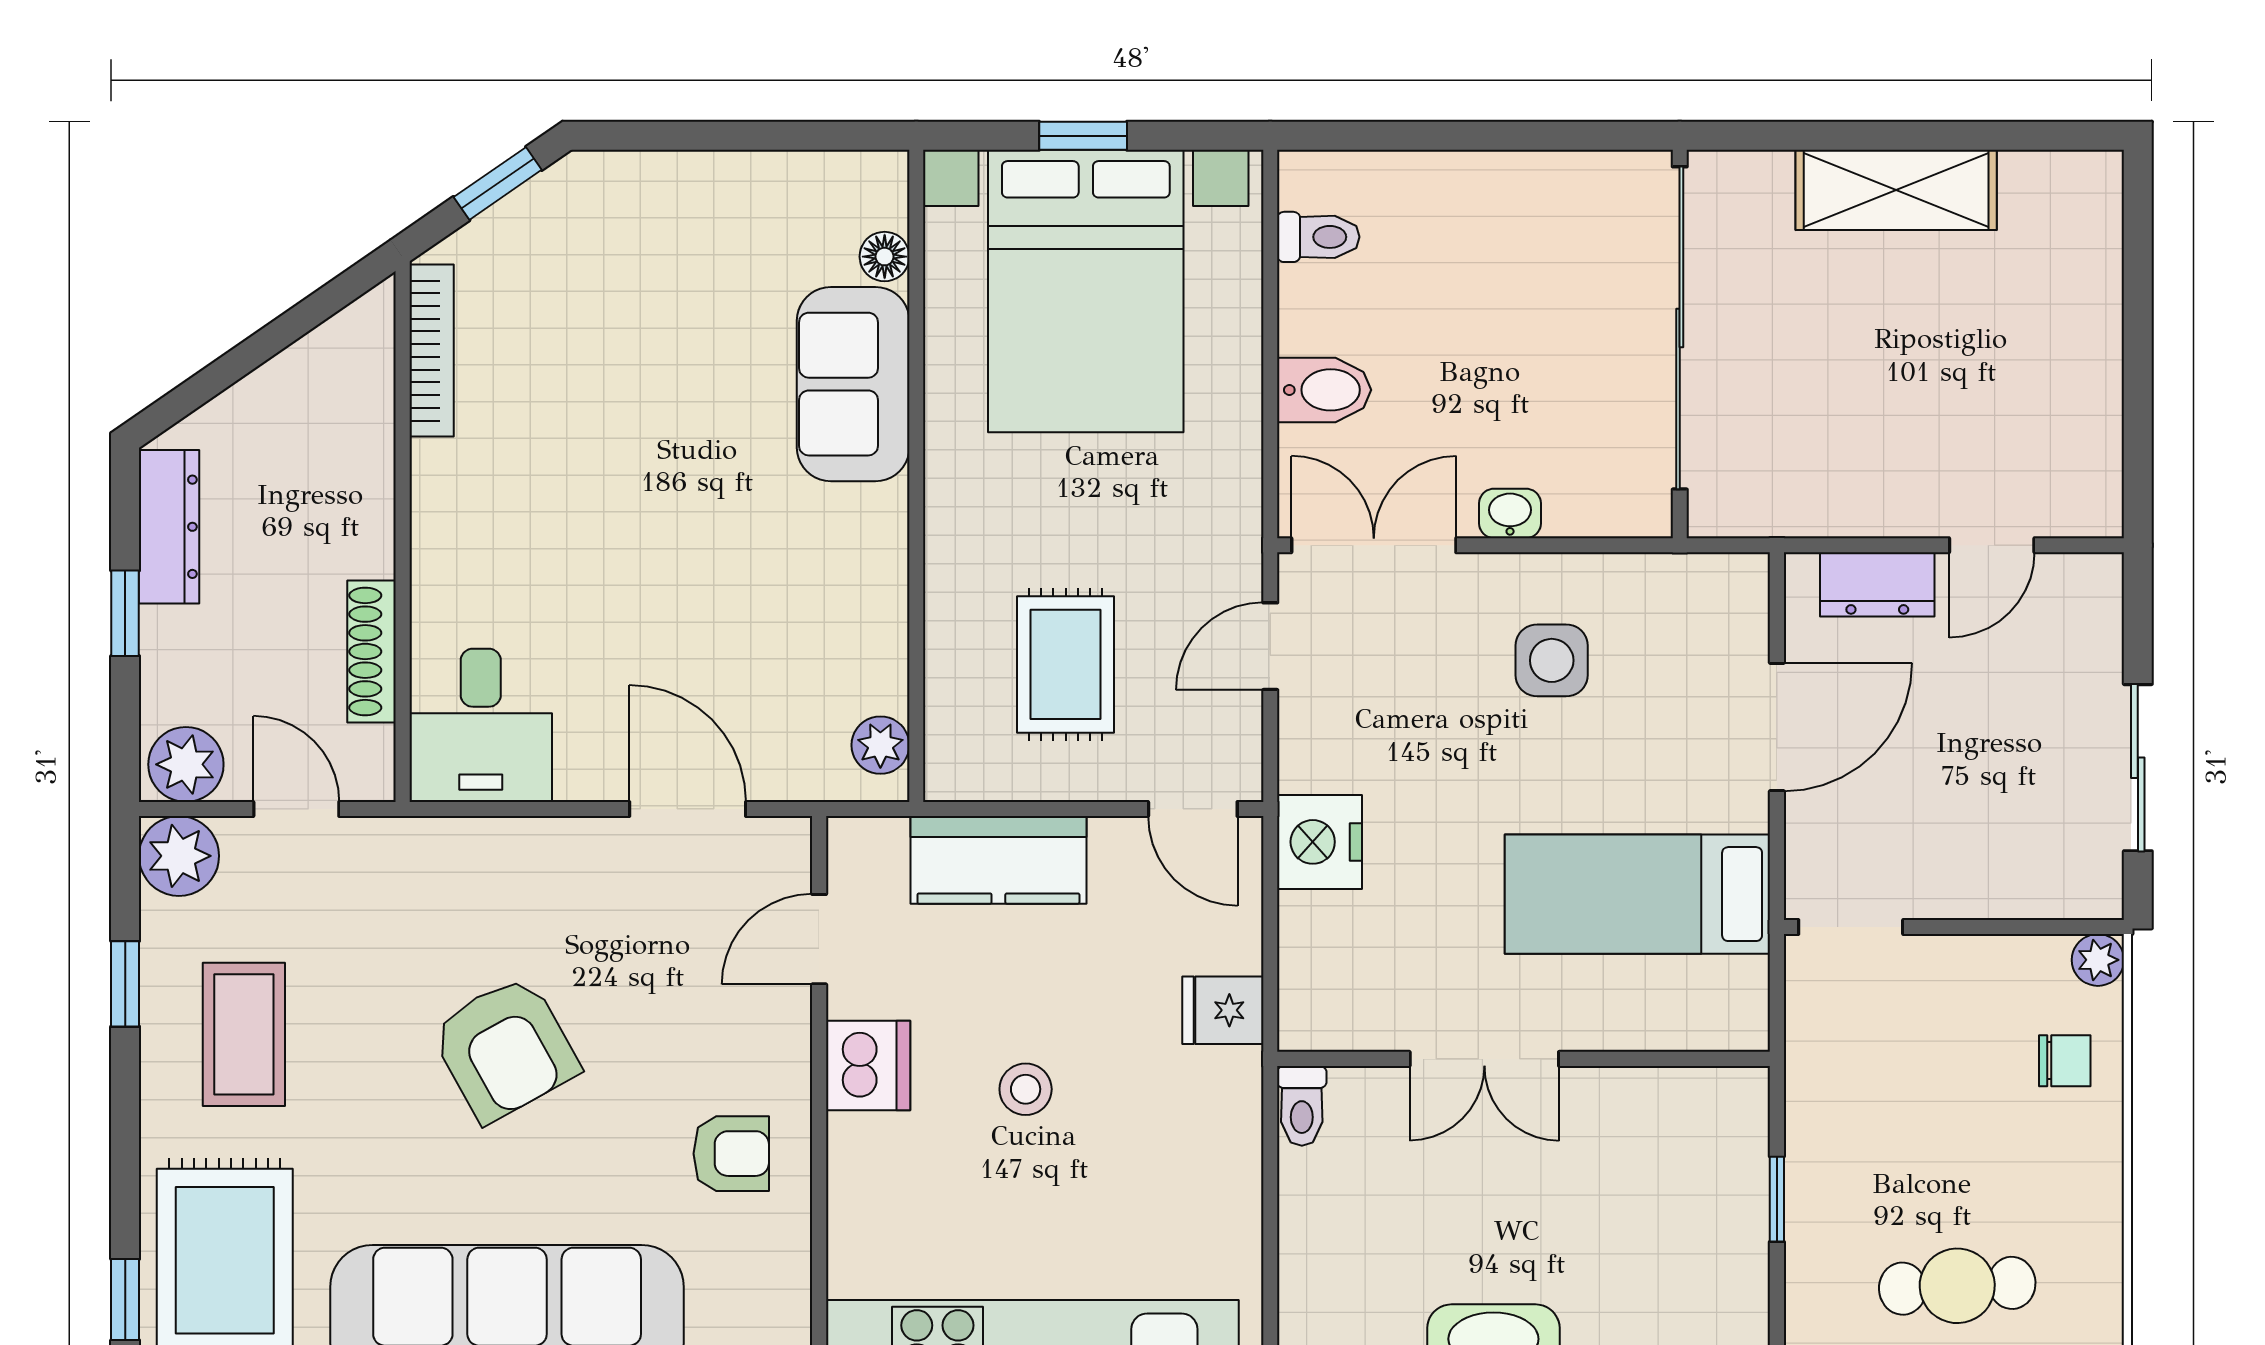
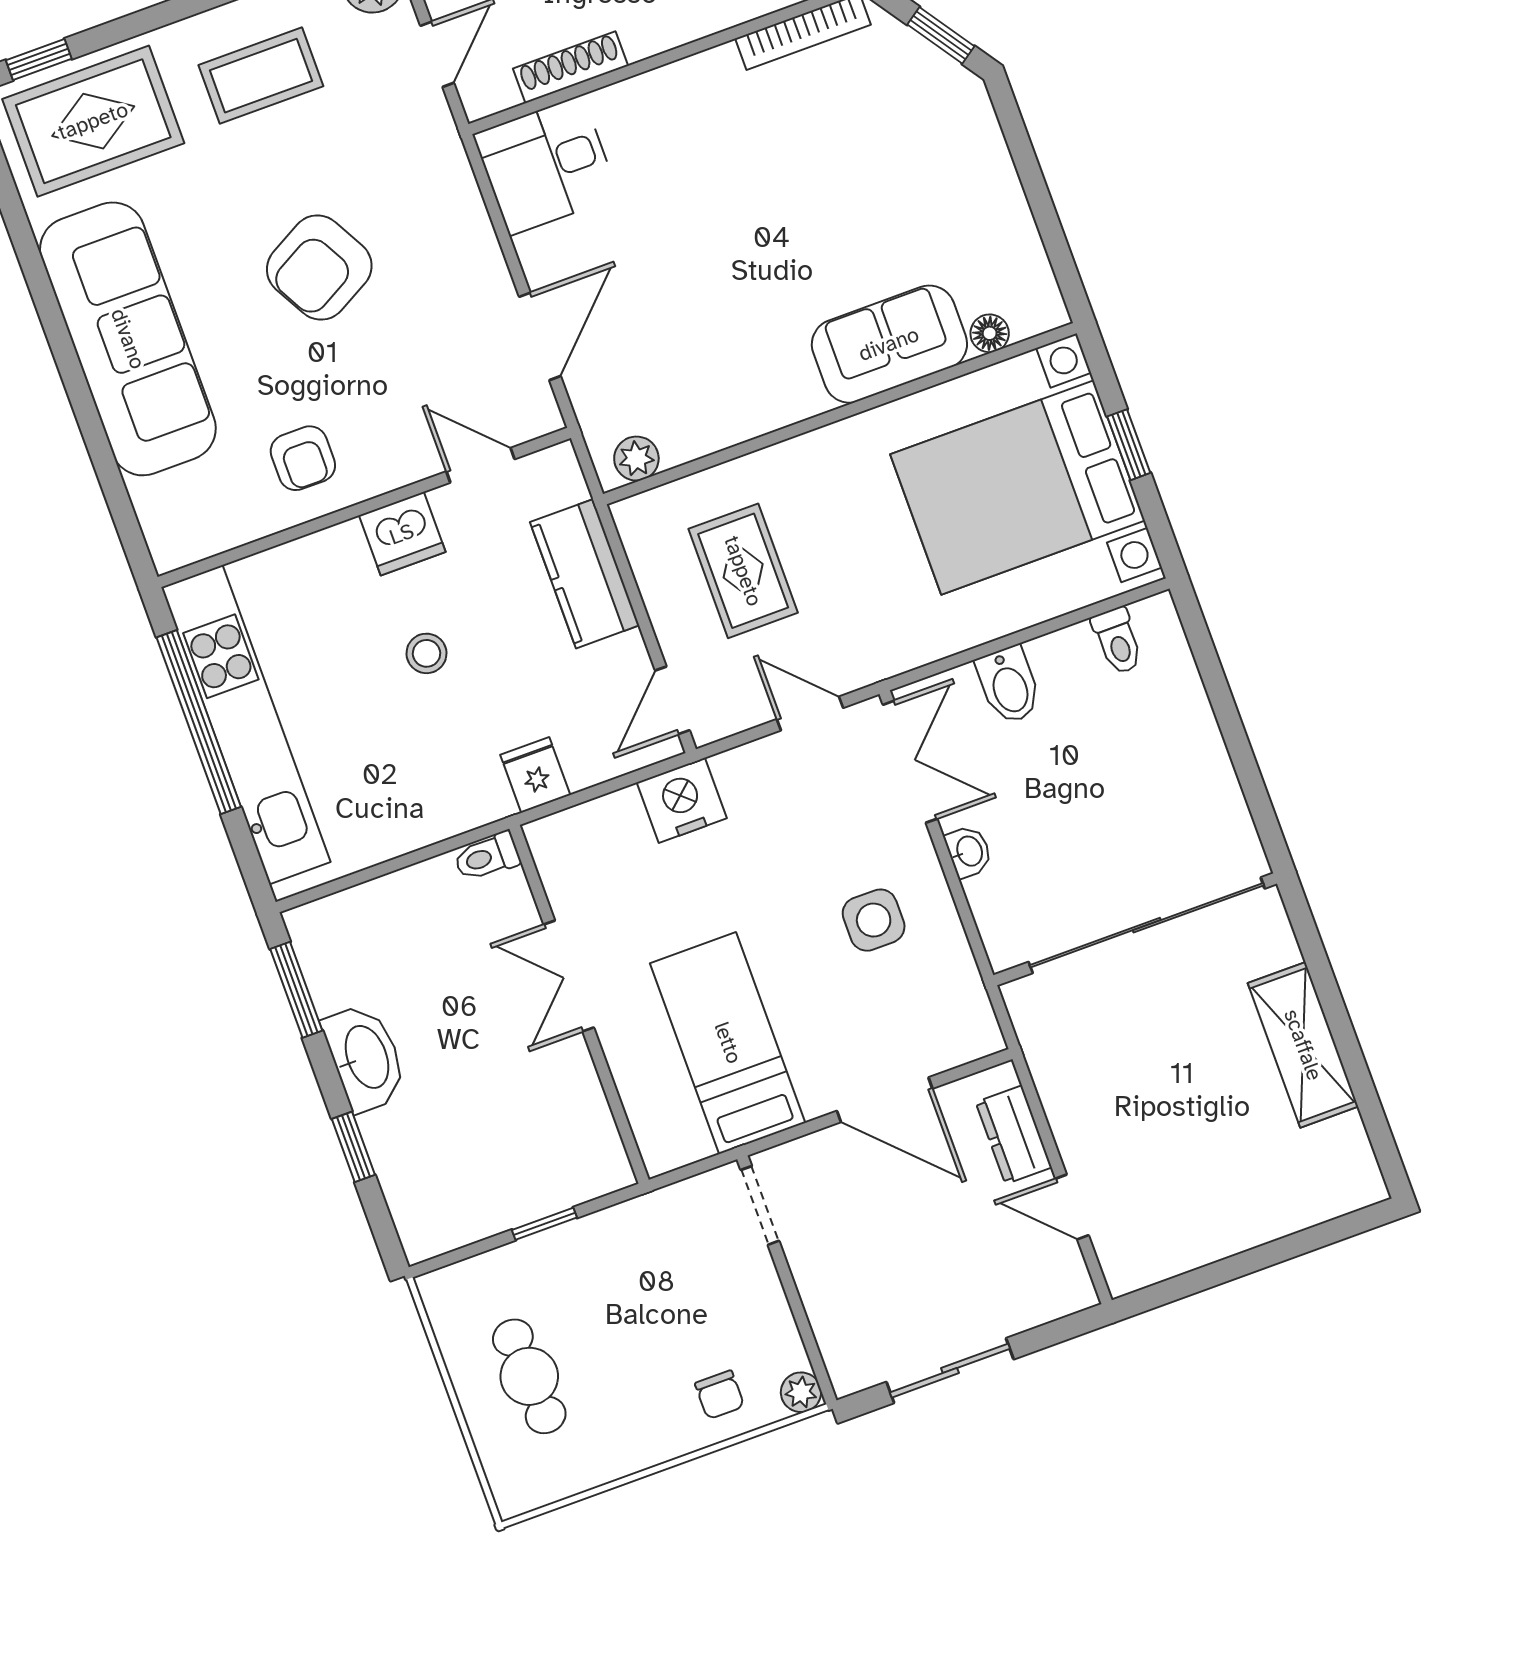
rug: (1066, 664) -> (743, 571), turned 90

